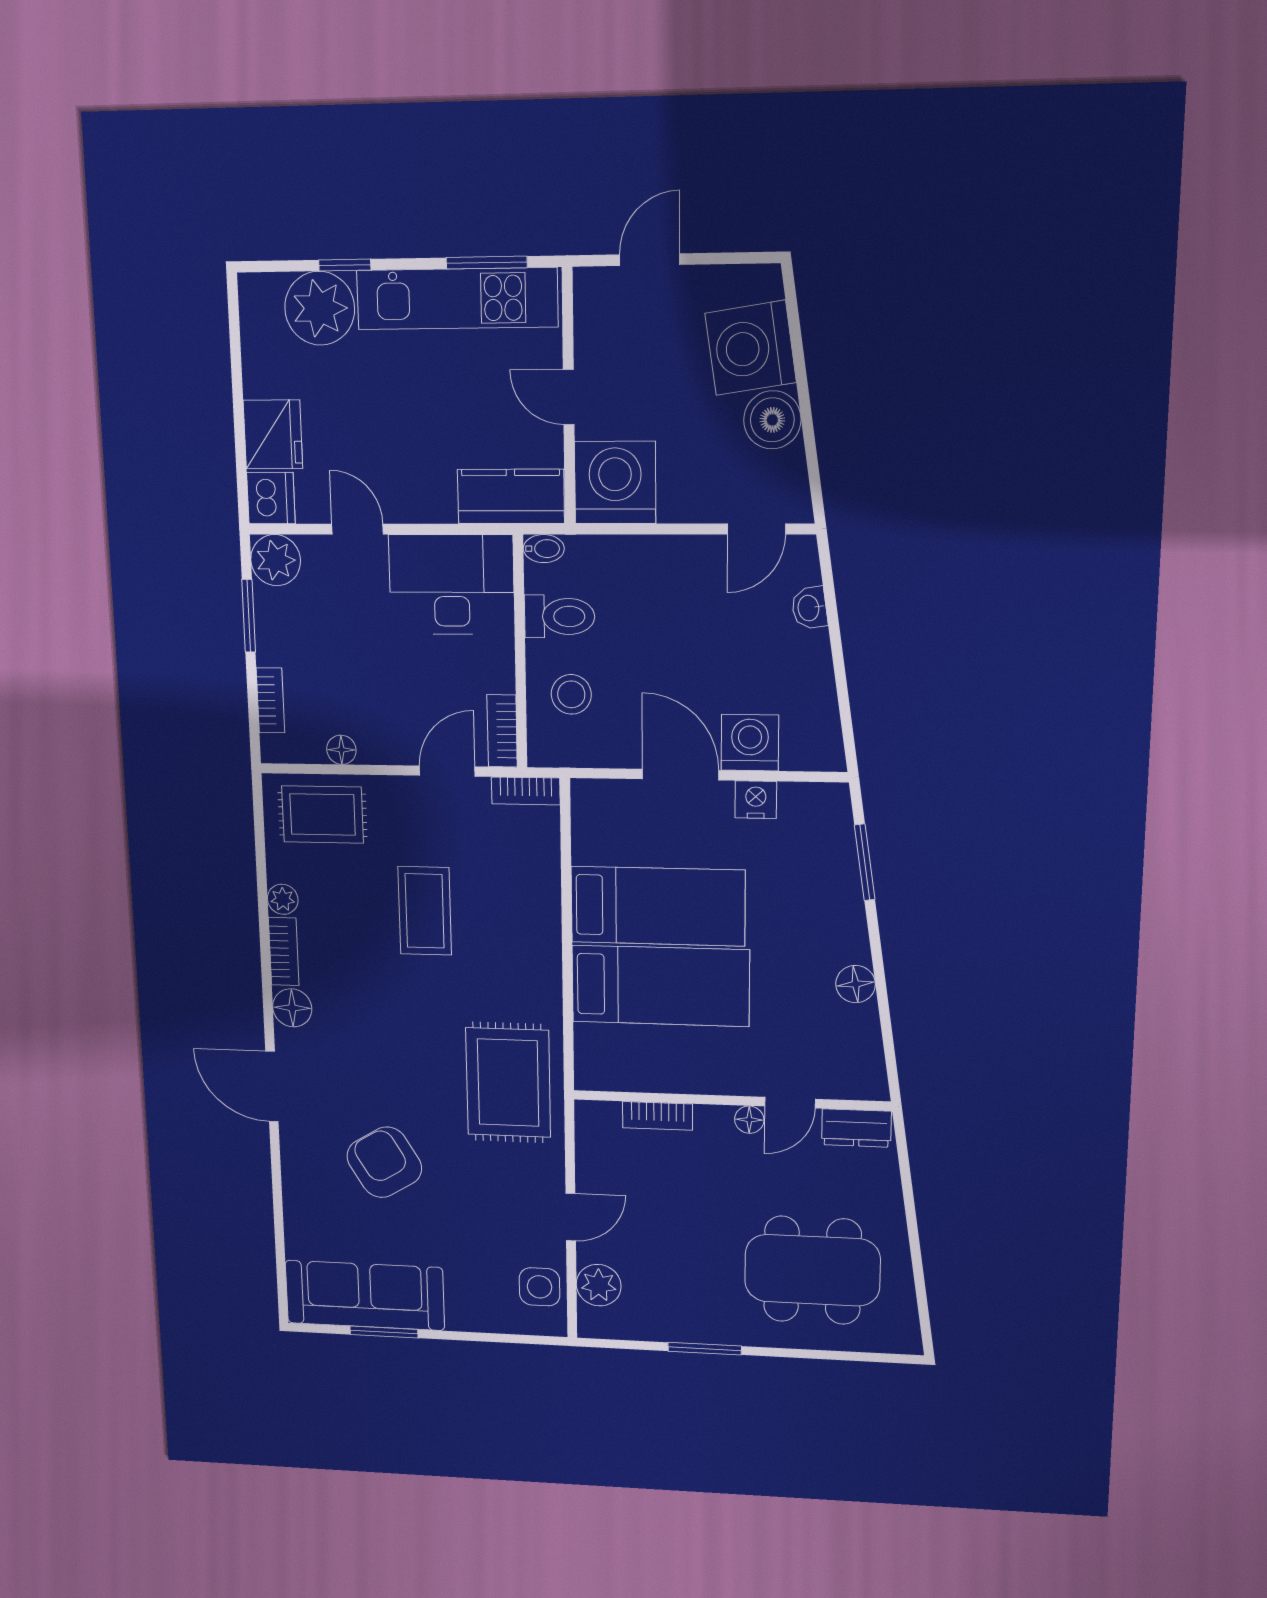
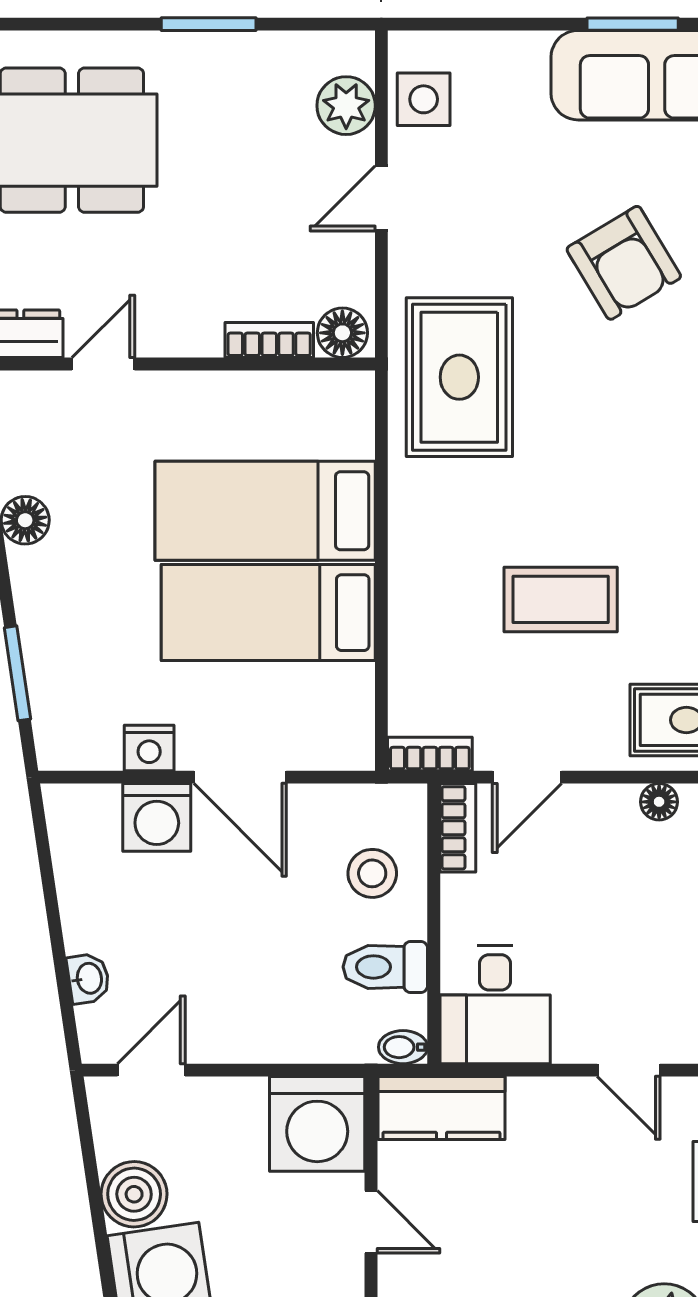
desk: (452, 584) -> (495, 1004), width x0.73
coffee table: (425, 911) -> (561, 599), turned 90
floor lamp: (749, 1120) -> (342, 333), moved, width x1.37, depth x1.37

